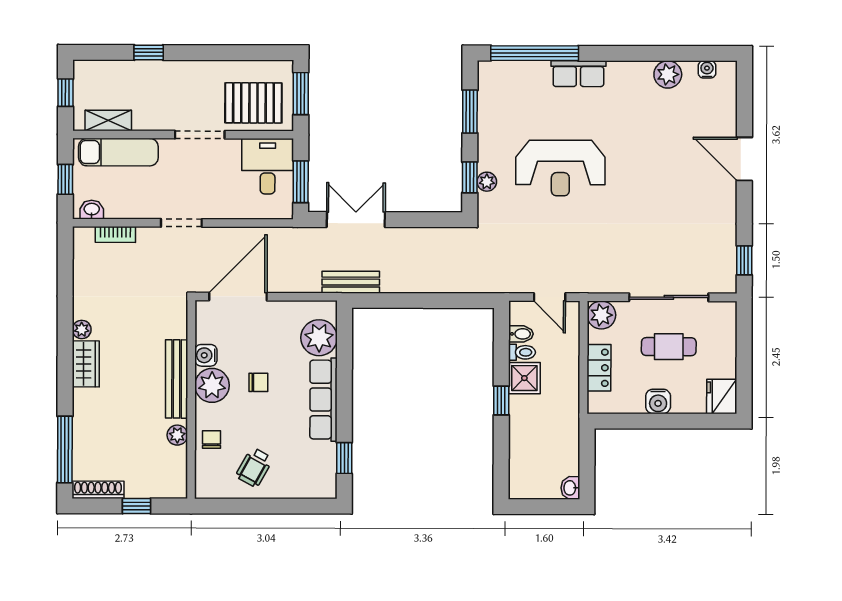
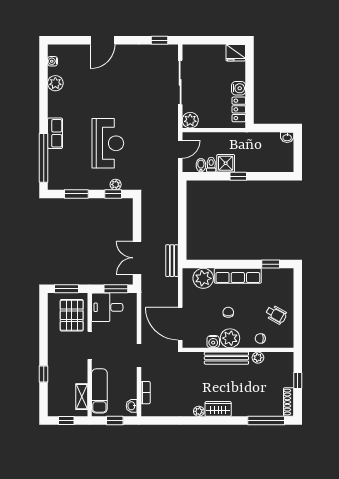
cafe table: (669, 347) -> (208, 82), removed
locker: (599, 368) -> (239, 109), moved, turned -90

